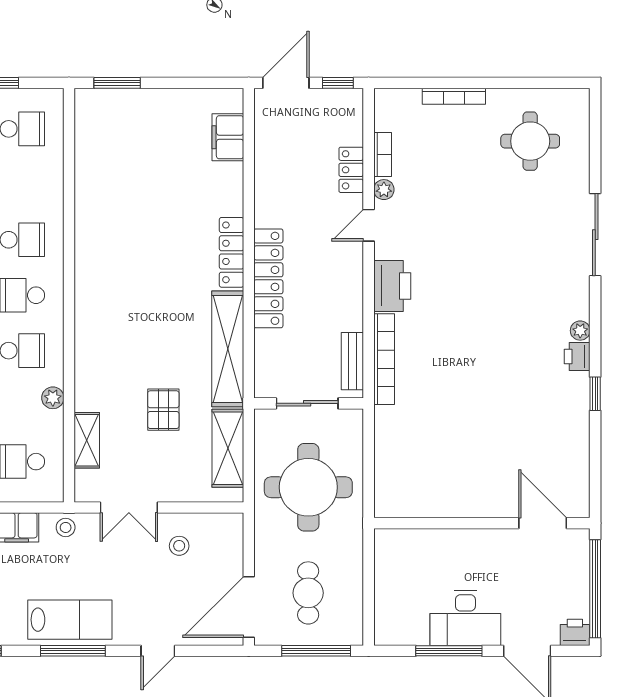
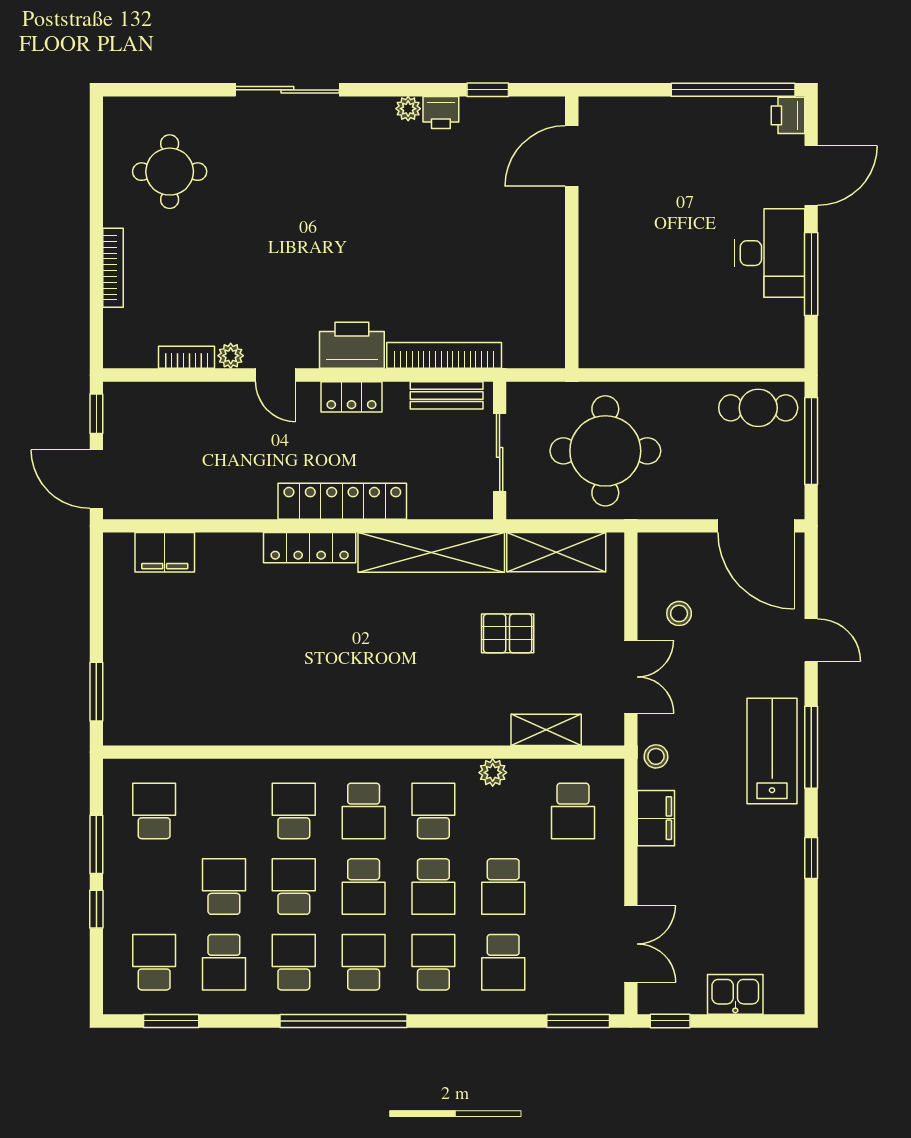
locker: (351, 170) -> (351, 397), moved
wall: (482, 523) -> (572, 232), moved
door: (543, 523) -> (572, 156), moved
cafe table: (308, 593) -> (758, 408), moved

